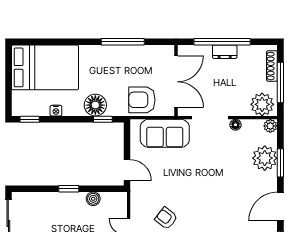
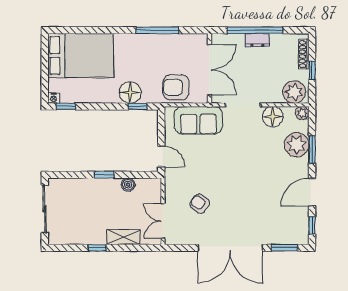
window: (280, 82) -> (312, 70), width x0.46
nightstand: (56, 111) -> (54, 98), moved
floor lamp: (236, 125) -> (273, 117), width x1.89, depth x1.89

